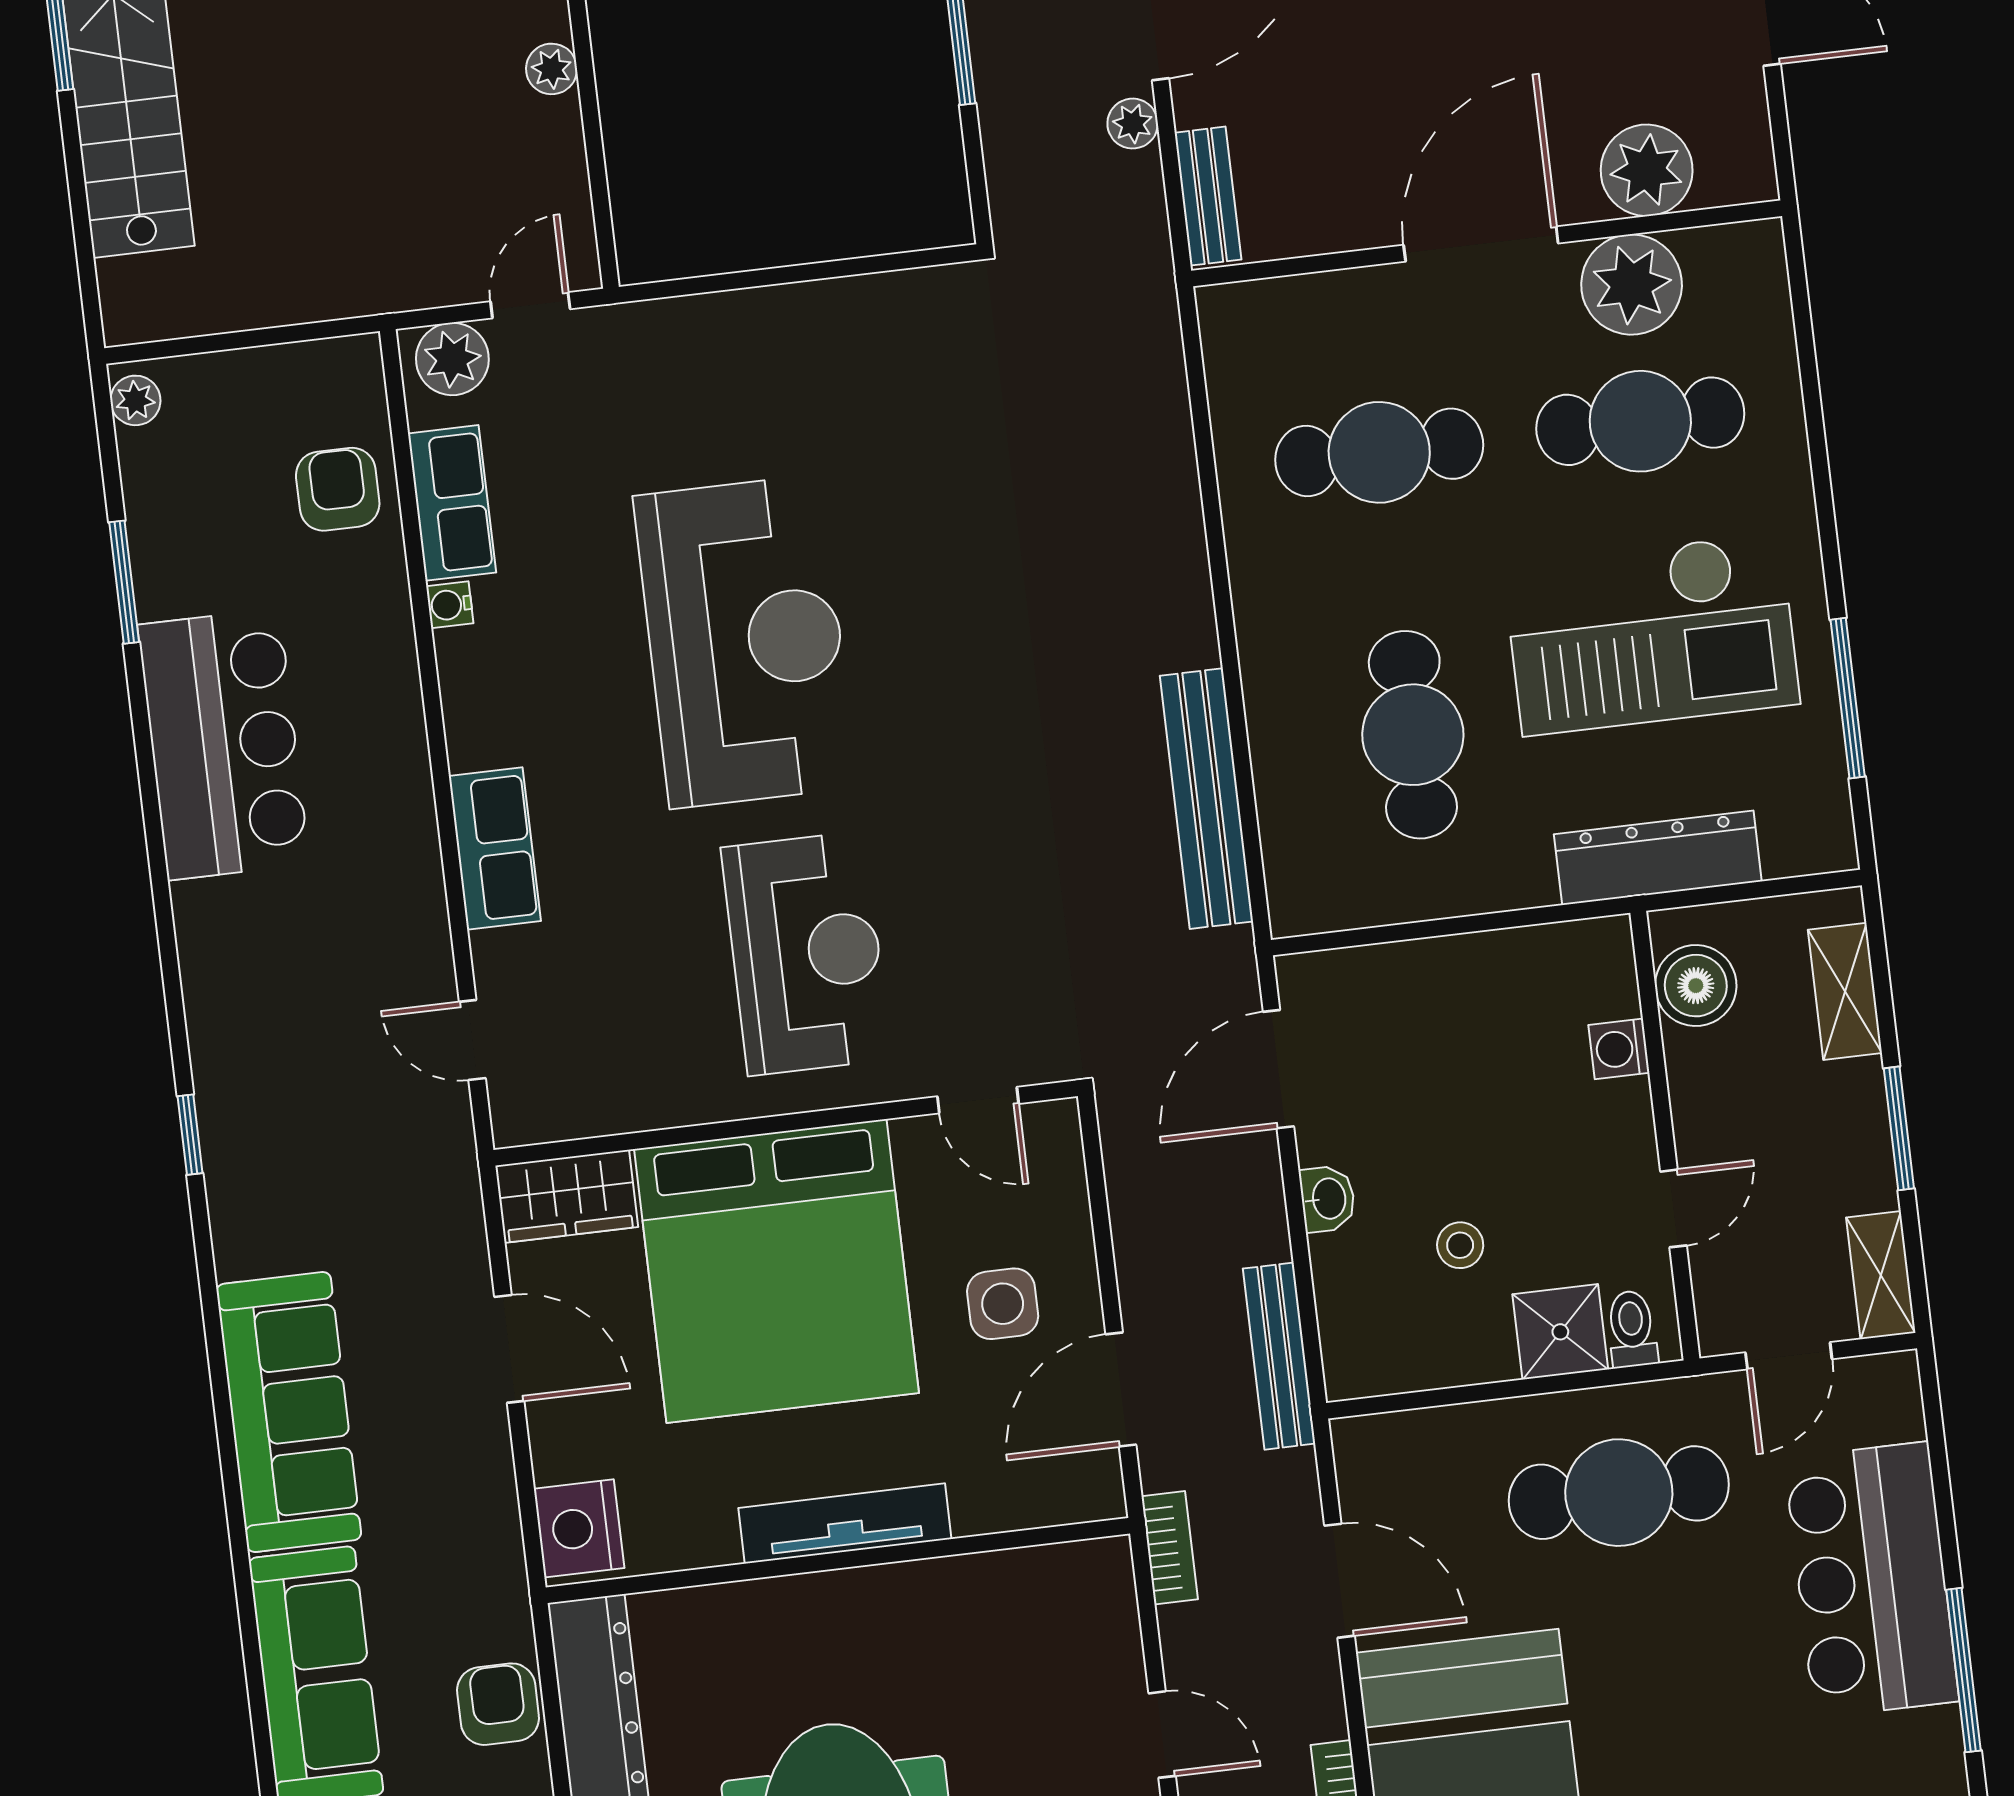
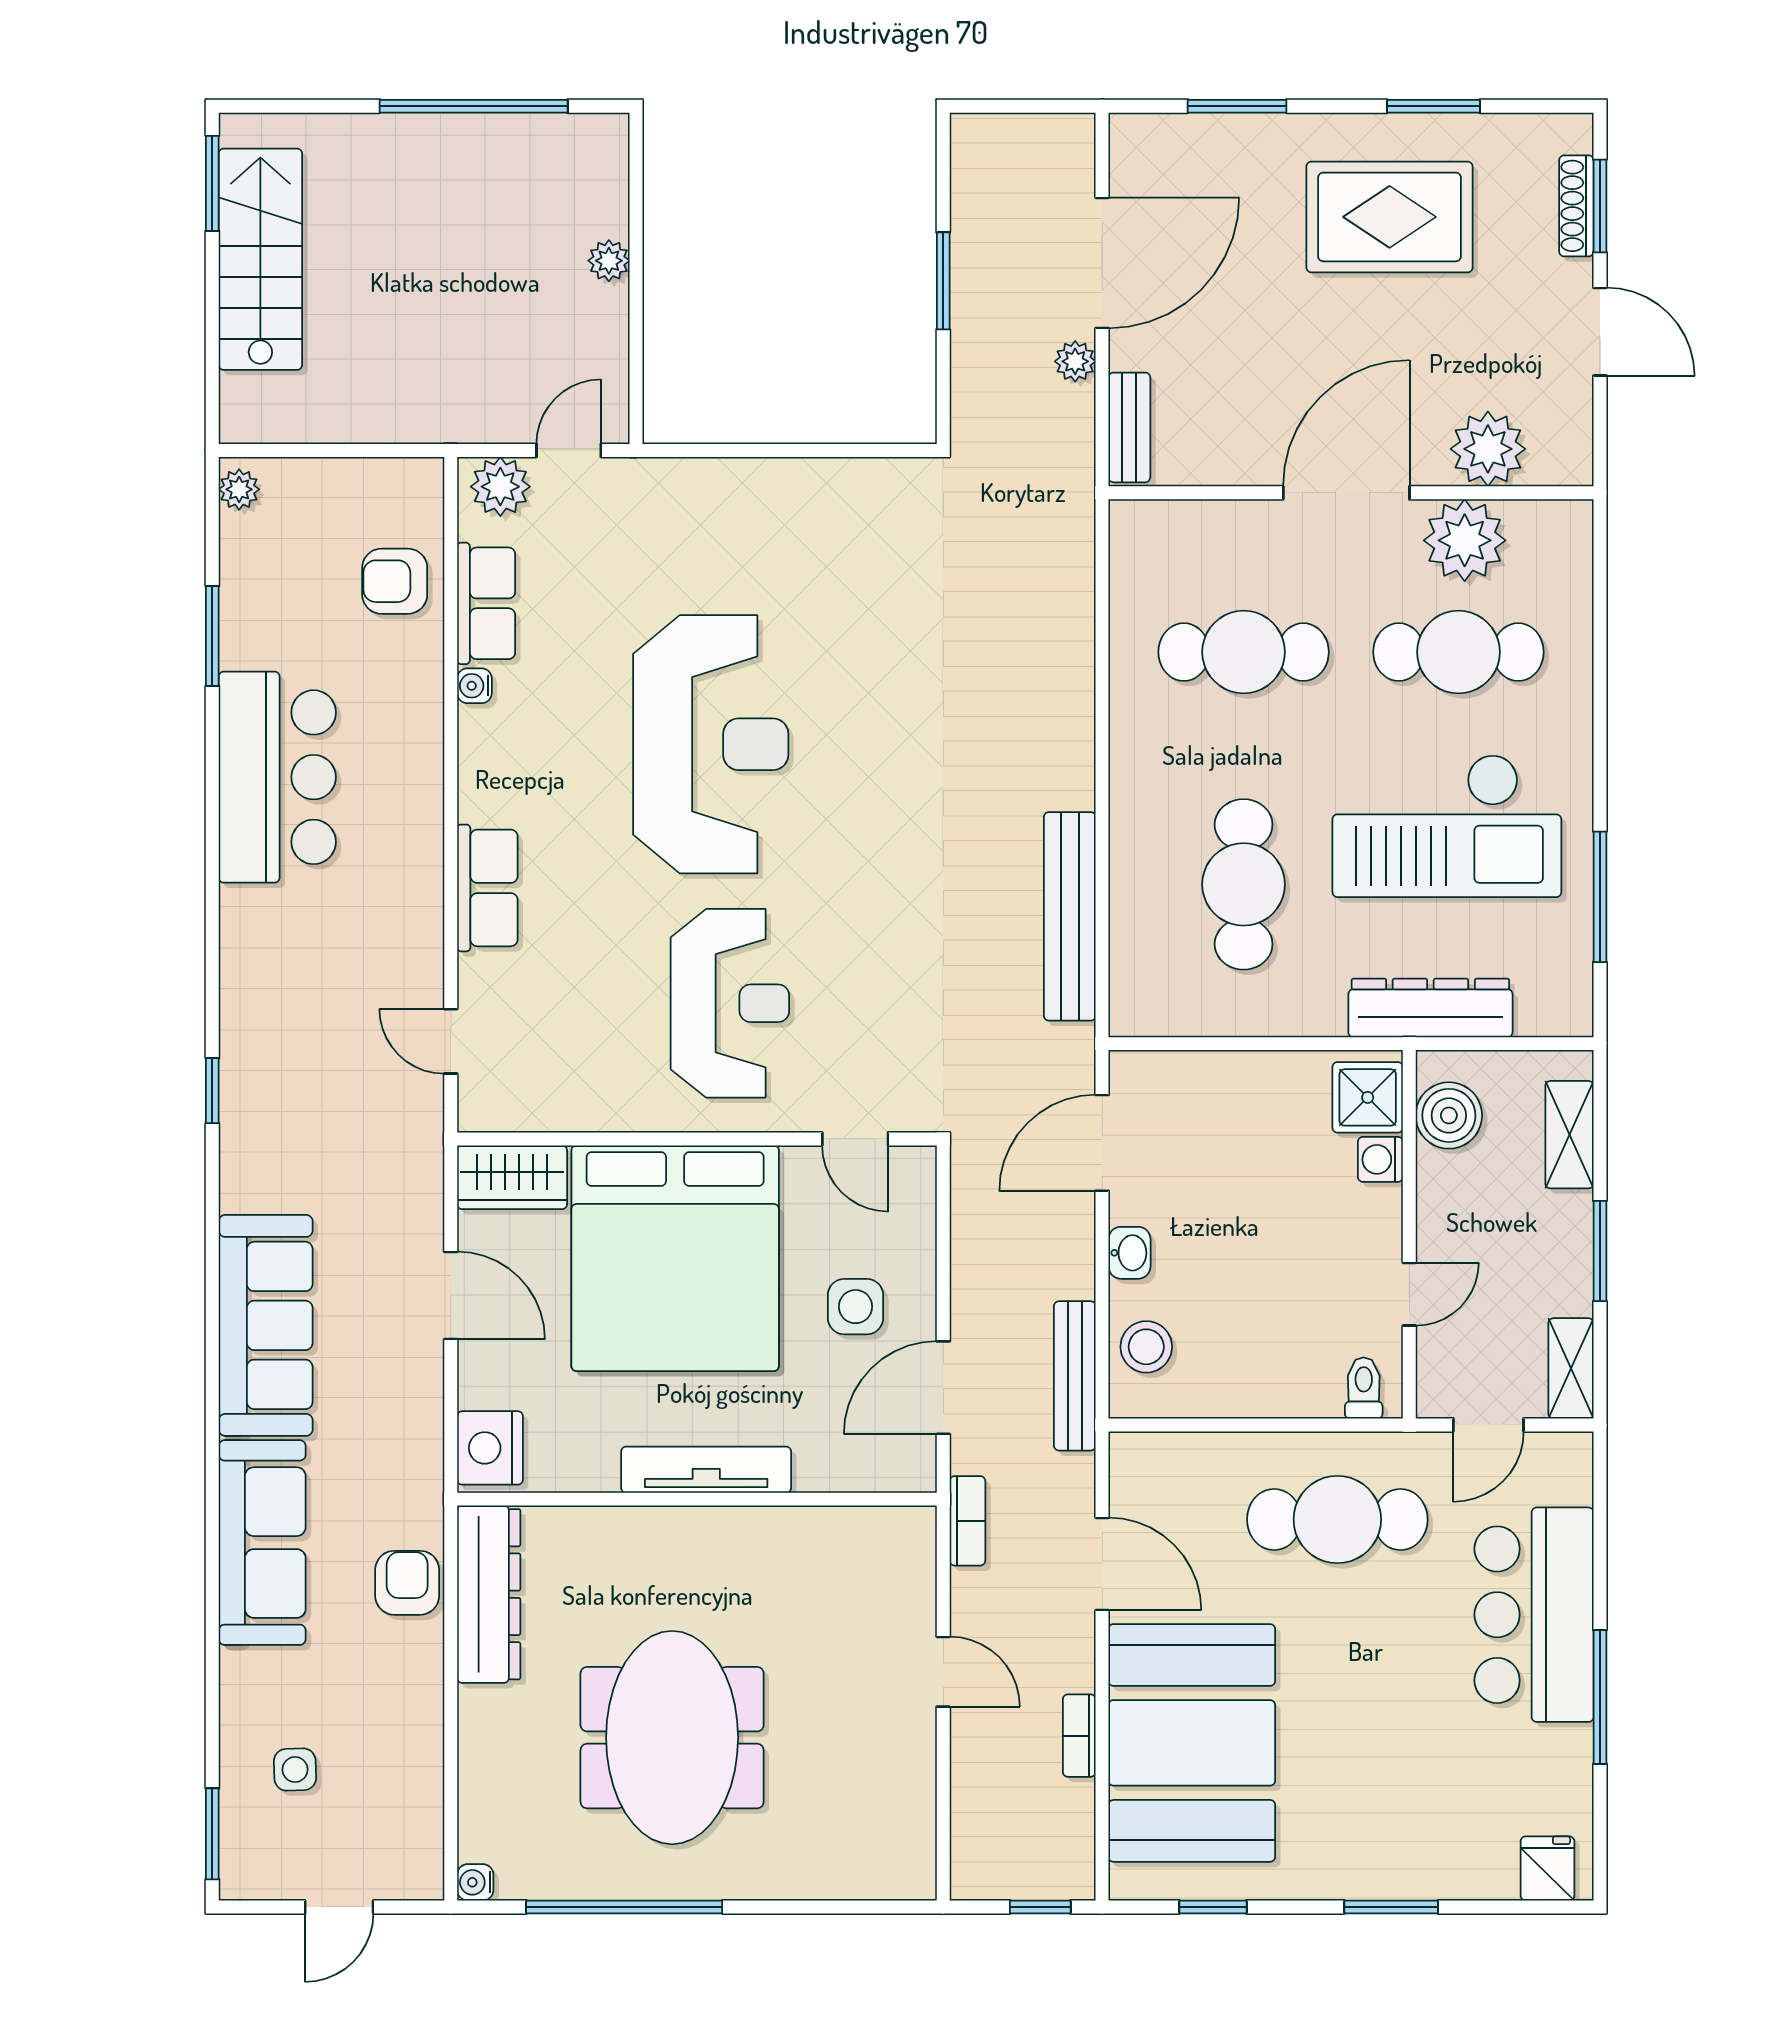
armchair: (338, 489) -> (395, 581), turned -90
stool: (1460, 1245) -> (1146, 1347), moved, width x1.37, depth x1.37
shower: (1560, 1332) -> (1368, 1097), moved

